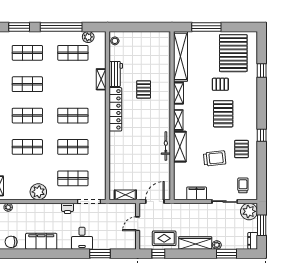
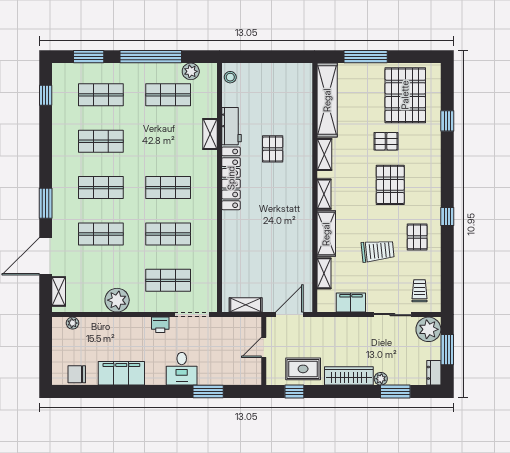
bicycle: (166, 146) -> (306, 233), removed
shelving: (178, 174) -> (324, 273), added

